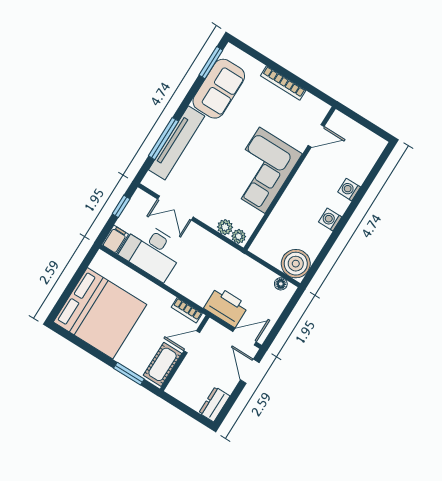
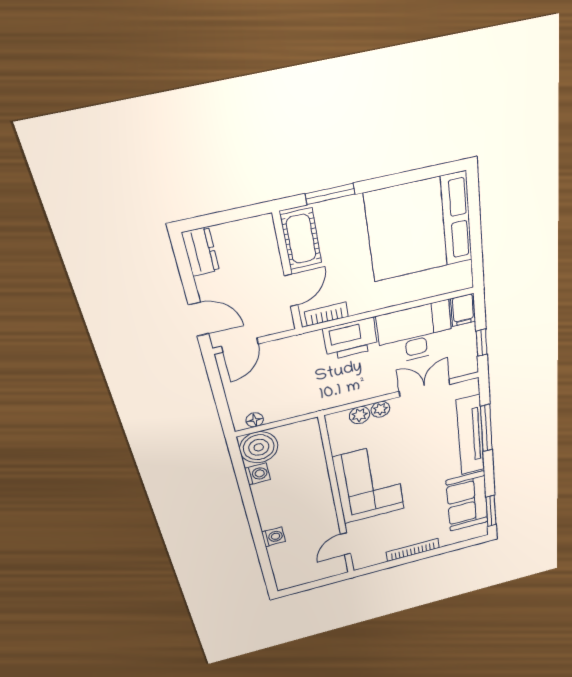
washing machine: (330, 220) -> (257, 474), moved
plant: (239, 236) -> (380, 409), moved
printer: (226, 307) -> (351, 339), moved

